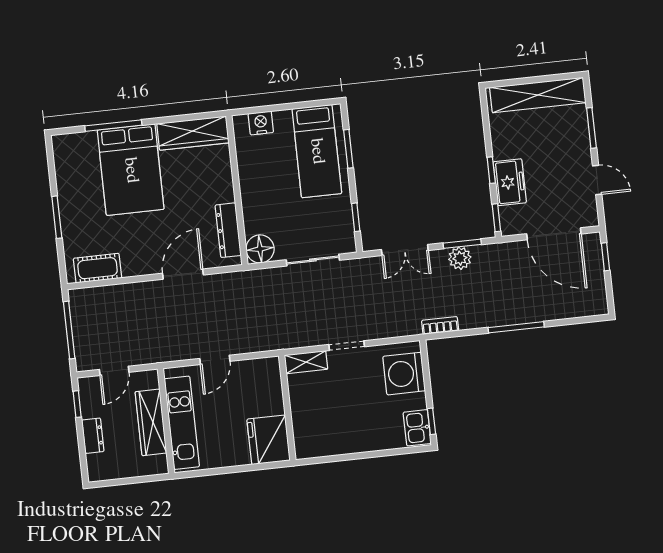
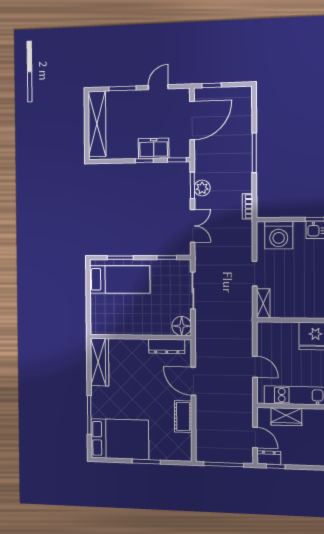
nightstand: (261, 123) -> (97, 315), removed
bed: (131, 170) -> (120, 439), moved
cot: (97, 268) -> (183, 417), moved
wardrobe: (151, 422) -> (286, 417), width x0.67
dresser: (93, 436) -> (269, 458), moved

